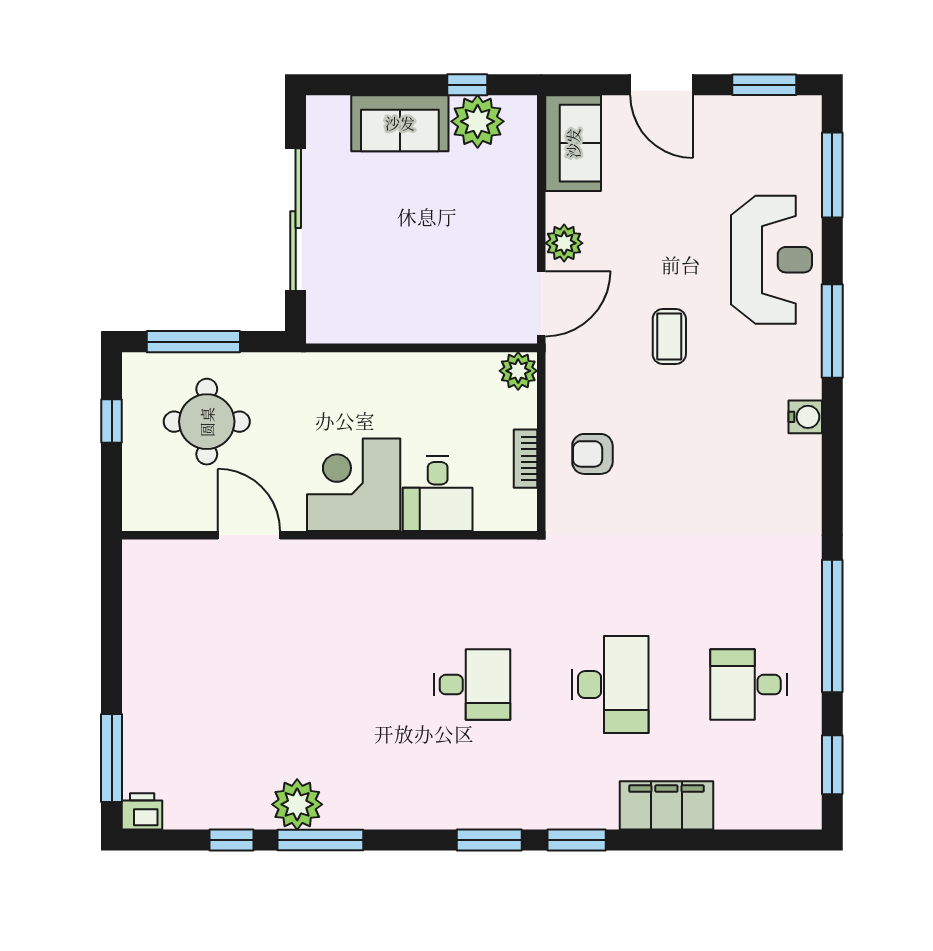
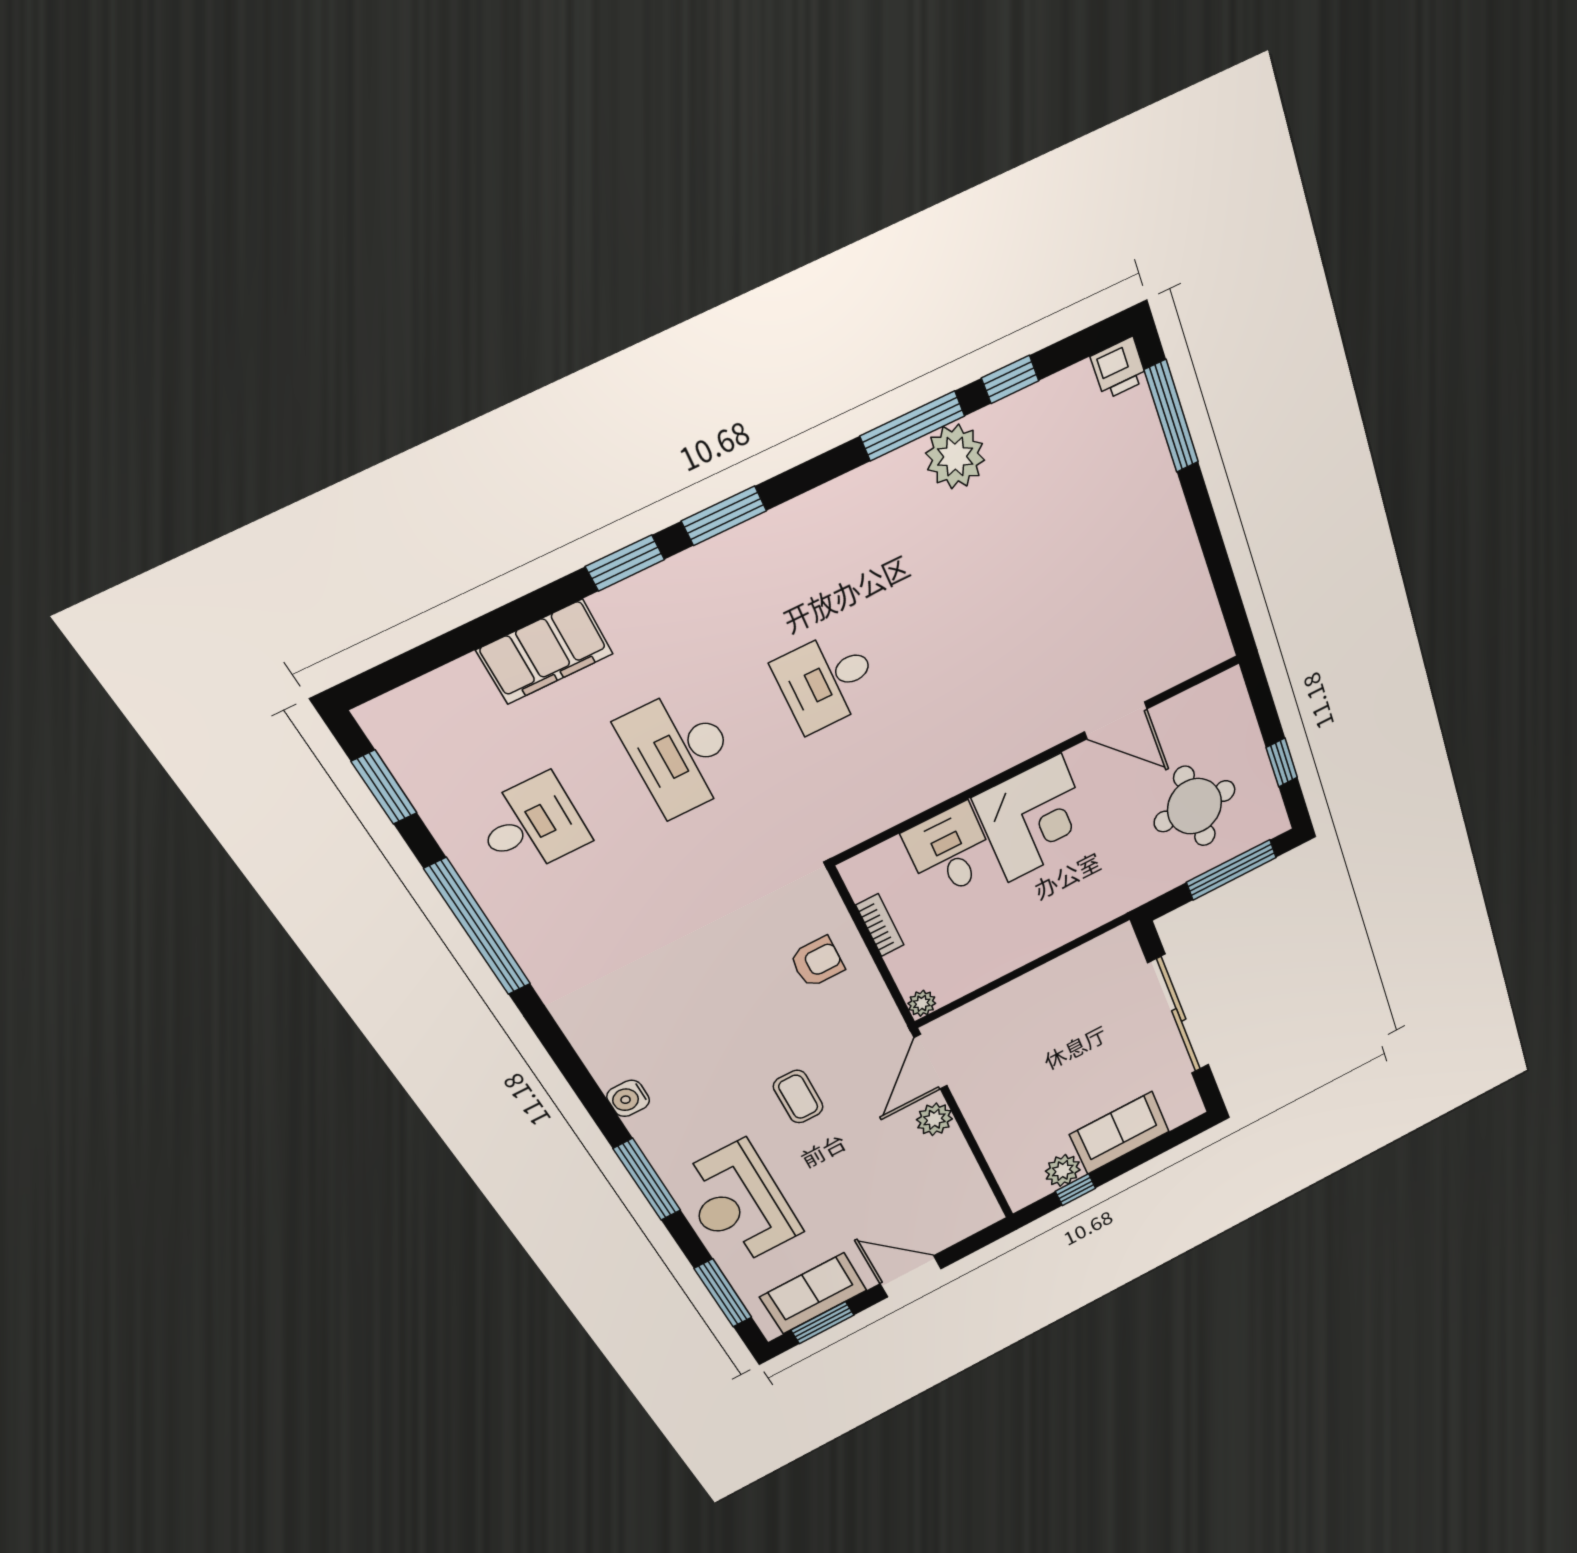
plant: (478, 121) -> (1063, 1170), width x0.73, depth x0.73
sofa: (573, 143) -> (814, 1293), moved, turned 90
plant: (518, 371) -> (922, 1003), width x0.73, depth x0.73

